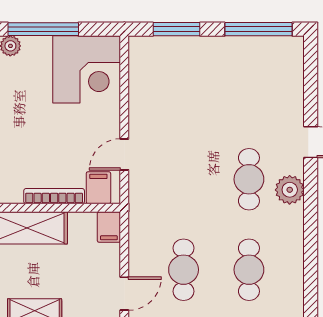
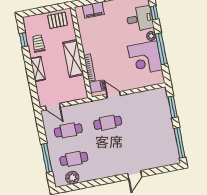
corner desk: (87, 69) -> (145, 58), moved
cafe table: (249, 179) -> (108, 123), moved
plant: (290, 190) -> (72, 178), moved
filing cabinet: (109, 227) -> (81, 94), removed

